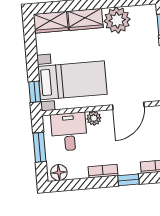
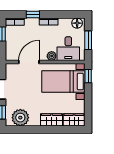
plant: (117, 20) -> (20, 118), moved

